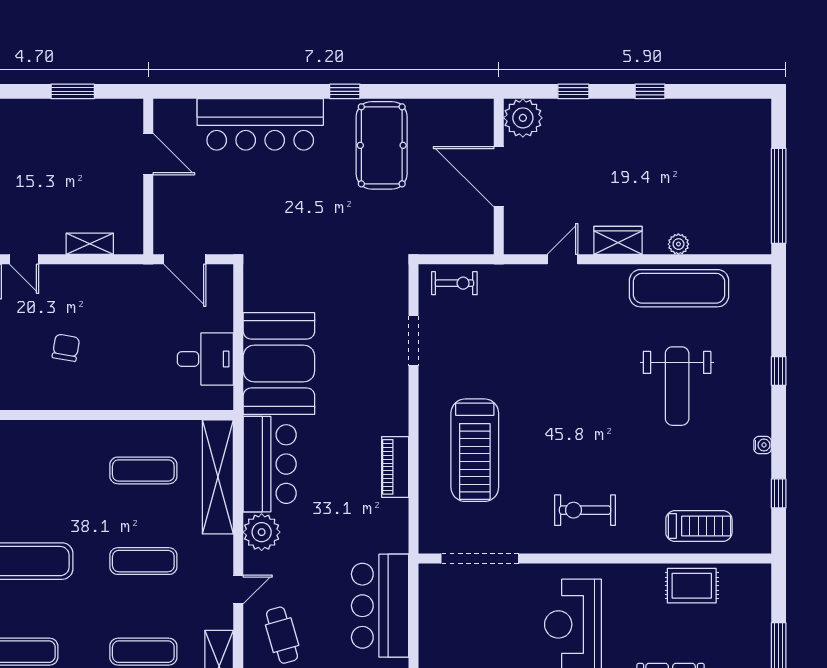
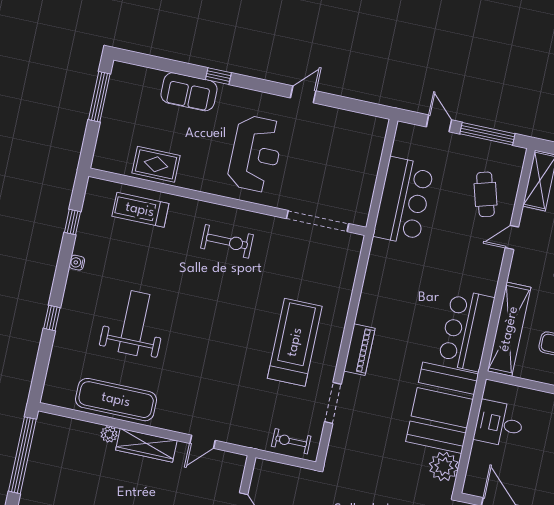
wardrobe: (618, 240) -> (146, 445), width x1.50
treadmill: (475, 450) -> (295, 342), moved
piano: (395, 467) -> (359, 350), moved
plant: (262, 532) -> (444, 466), moved

